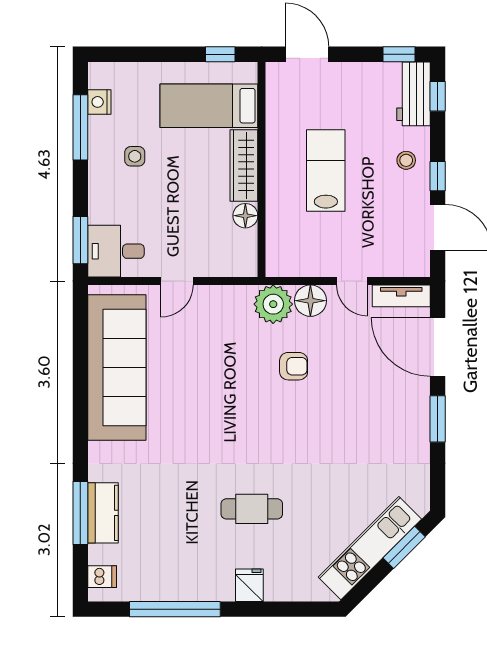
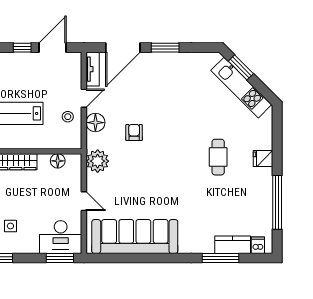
stool: (406, 160) -> (68, 117), moved
floor lamp: (245, 216) -> (58, 161), moved
desk: (116, 251) -> (61, 237), width x1.37
plant: (273, 304) -> (98, 161), moved
kitchen counter: (103, 513) -> (233, 245), moved

